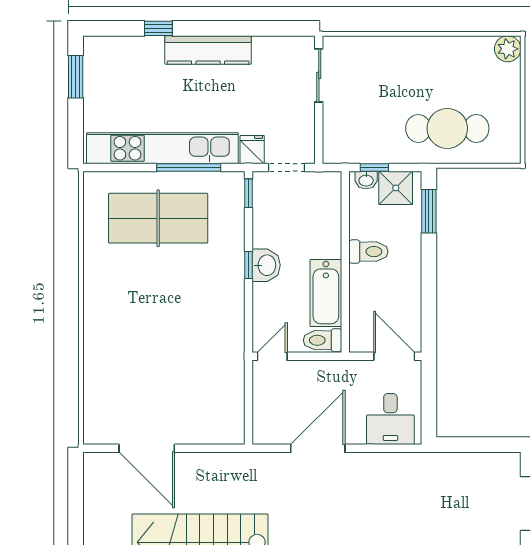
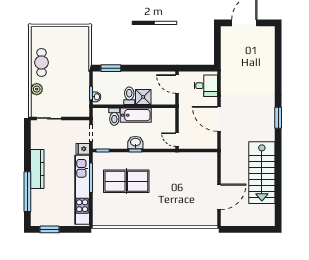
window: (158, 28) -> (27, 192), width x3.17
plant: (508, 49) -> (37, 89), moved
cafe table: (447, 128) -> (42, 62), moved, width x0.73, depth x0.74
shower: (396, 188) -> (143, 97), moved
table tennis table: (158, 218) -> (126, 181), moved, turned 90
bathtub: (326, 293) -> (136, 115), moved
toilet: (323, 340) -> (114, 117), moved
door: (394, 356) -> (177, 84), hinge flipped

